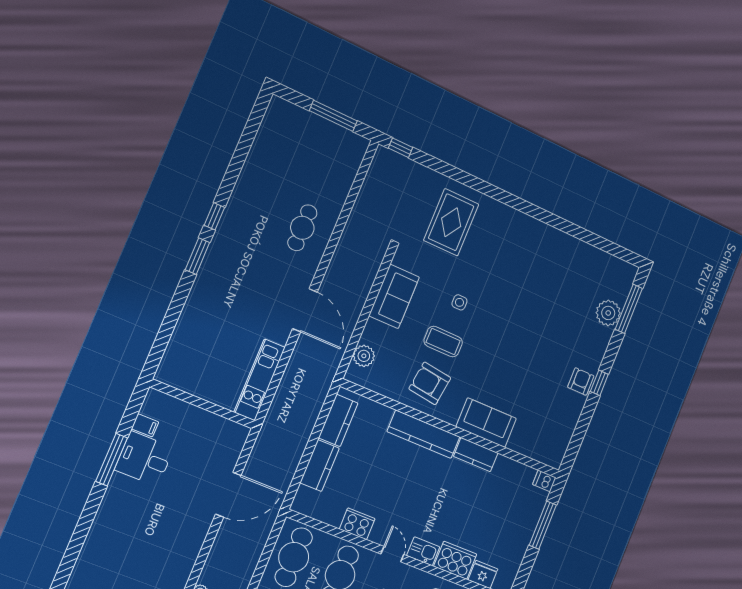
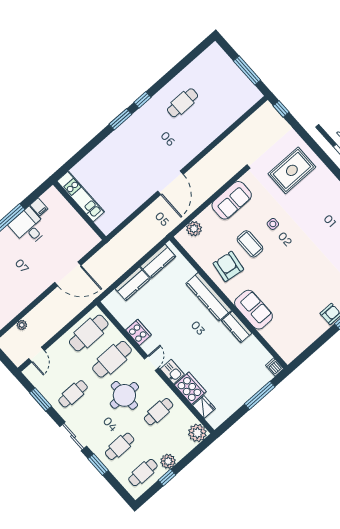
cafe table: (302, 228) -> (183, 103), moved
kitchen unit: (260, 380) -> (81, 196), moved, turned 90

